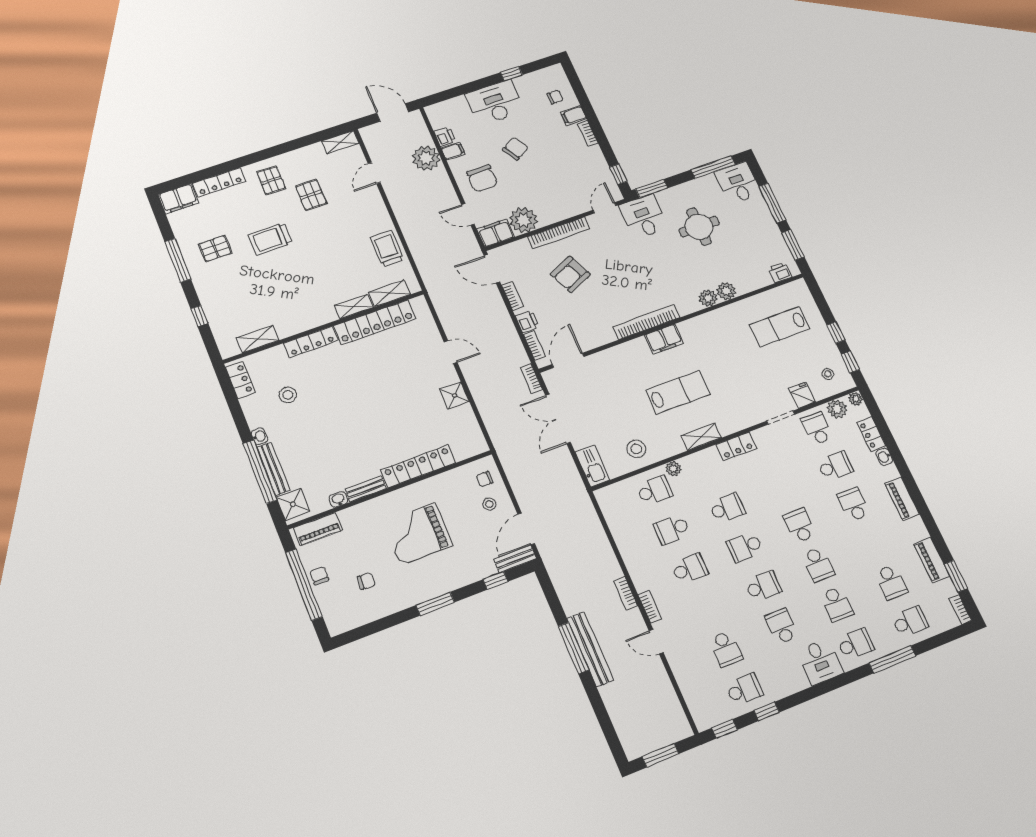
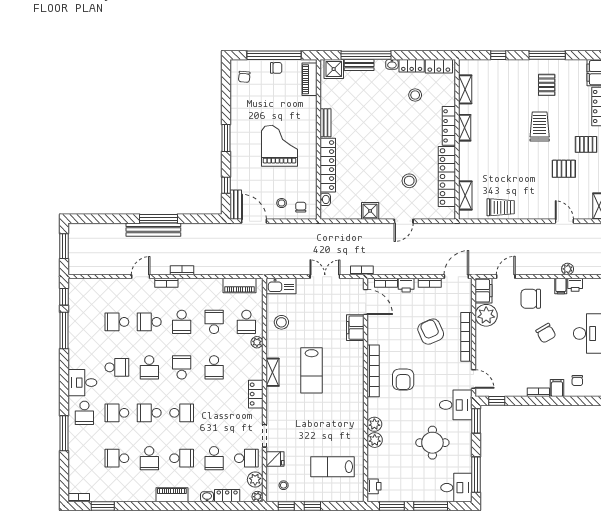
plant: (426, 158) -> (568, 269), width x0.53, depth x0.53
armchair: (641, 285) -> (403, 380), added
shelving: (354, 306) -> (465, 128), moved
lab bench: (780, 327) -> (332, 467), turned -90
filing cabinet: (664, 339) -> (355, 328), moved
stool: (398, 363) -> (409, 181), added
locker: (252, 412) -> (412, 66), added
double door: (558, 419) -> (325, 277), width x0.73
bench: (273, 469) -> (359, 65), width x0.73
washbasin: (338, 499) -> (325, 199), moved
piano: (932, 560) -> (240, 285), moved, turned 180
chair: (366, 581) -> (244, 77), moved
school desk: (910, 622) -> (149, 458), moved
school desk: (744, 690) -> (149, 322), moved, turned 90
window: (767, 711) -> (64, 330), width x2.17

